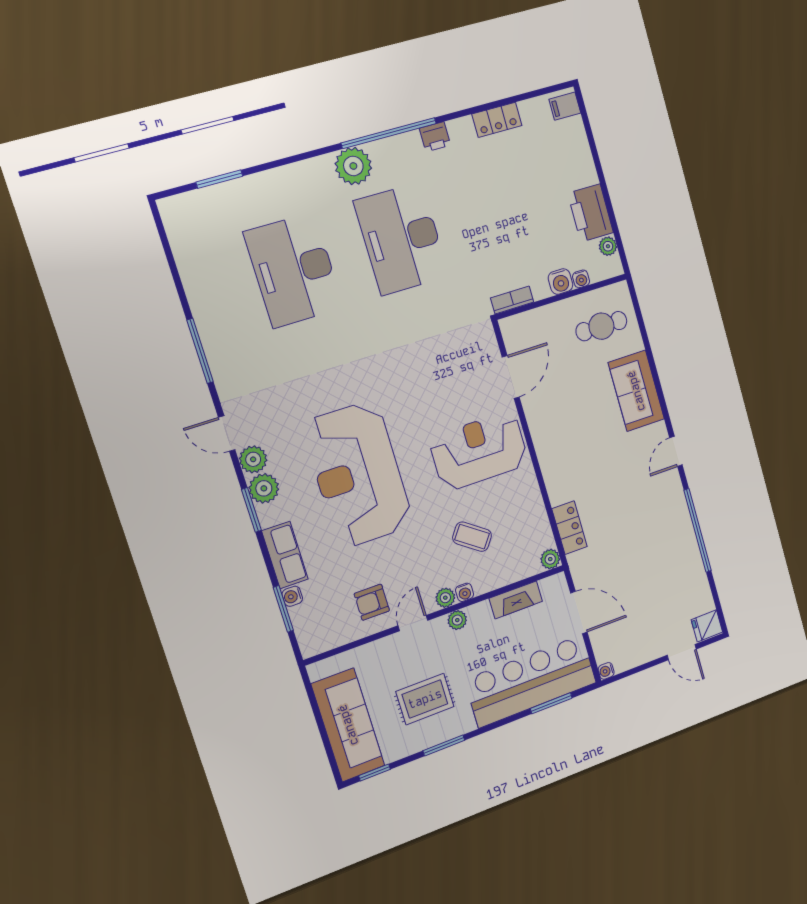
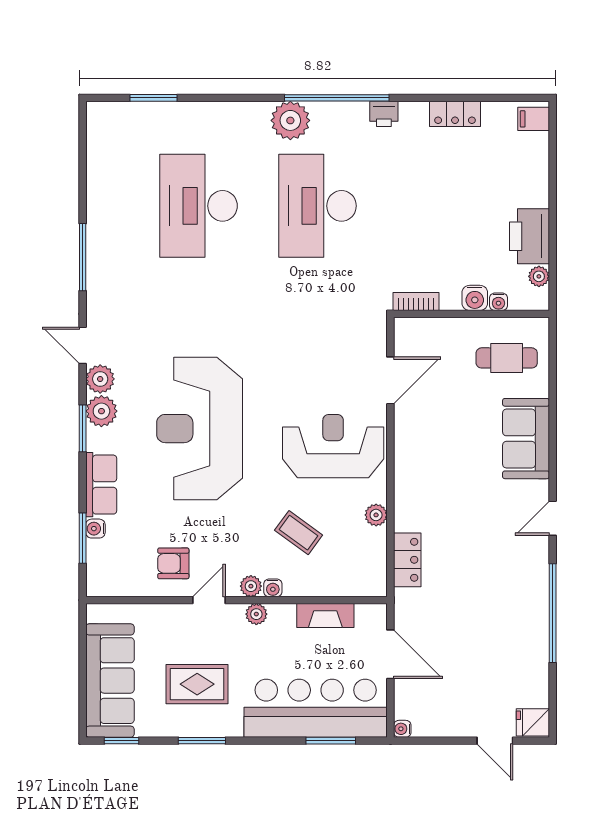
plant: (550, 559) -> (376, 515), moved

